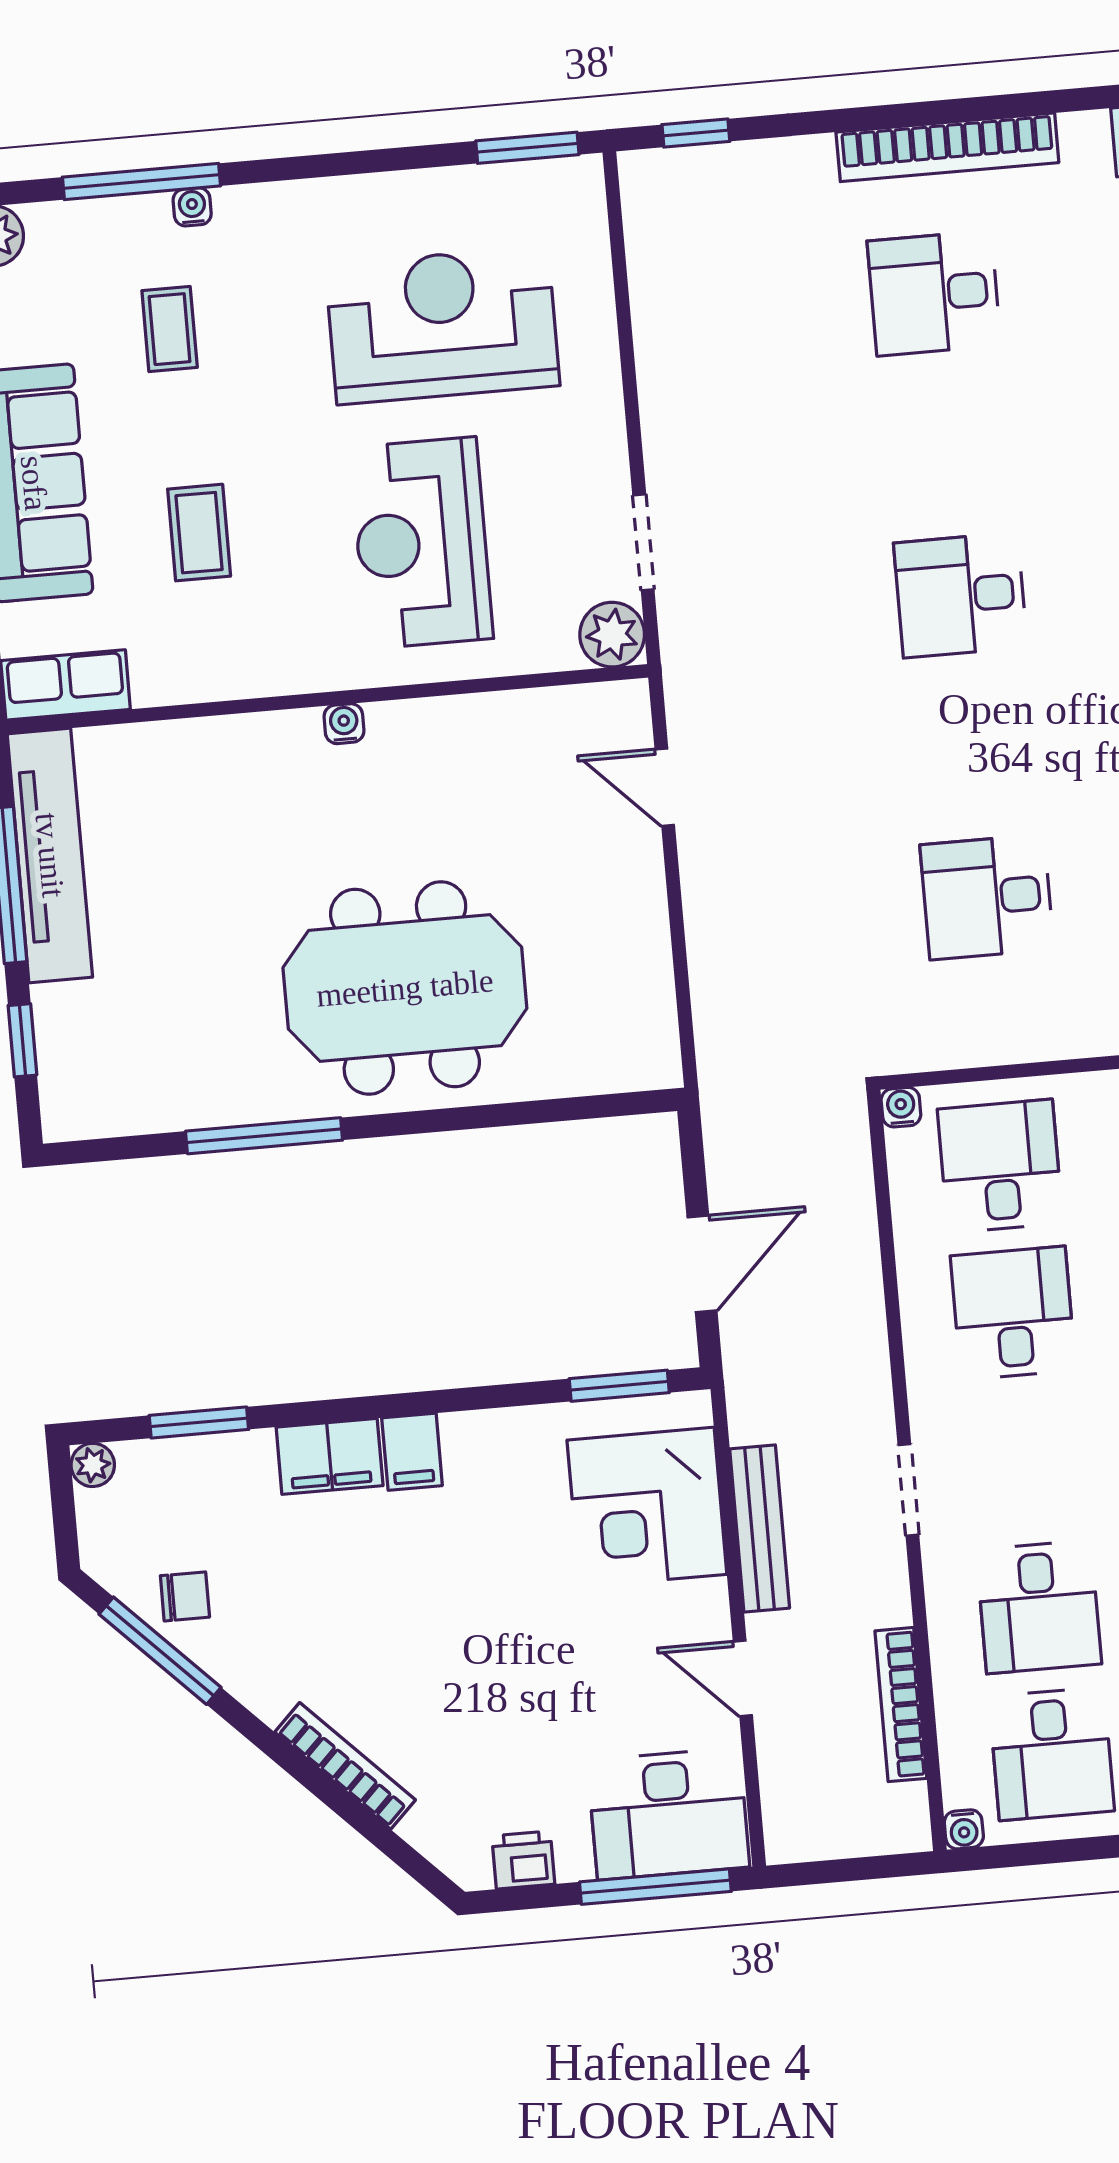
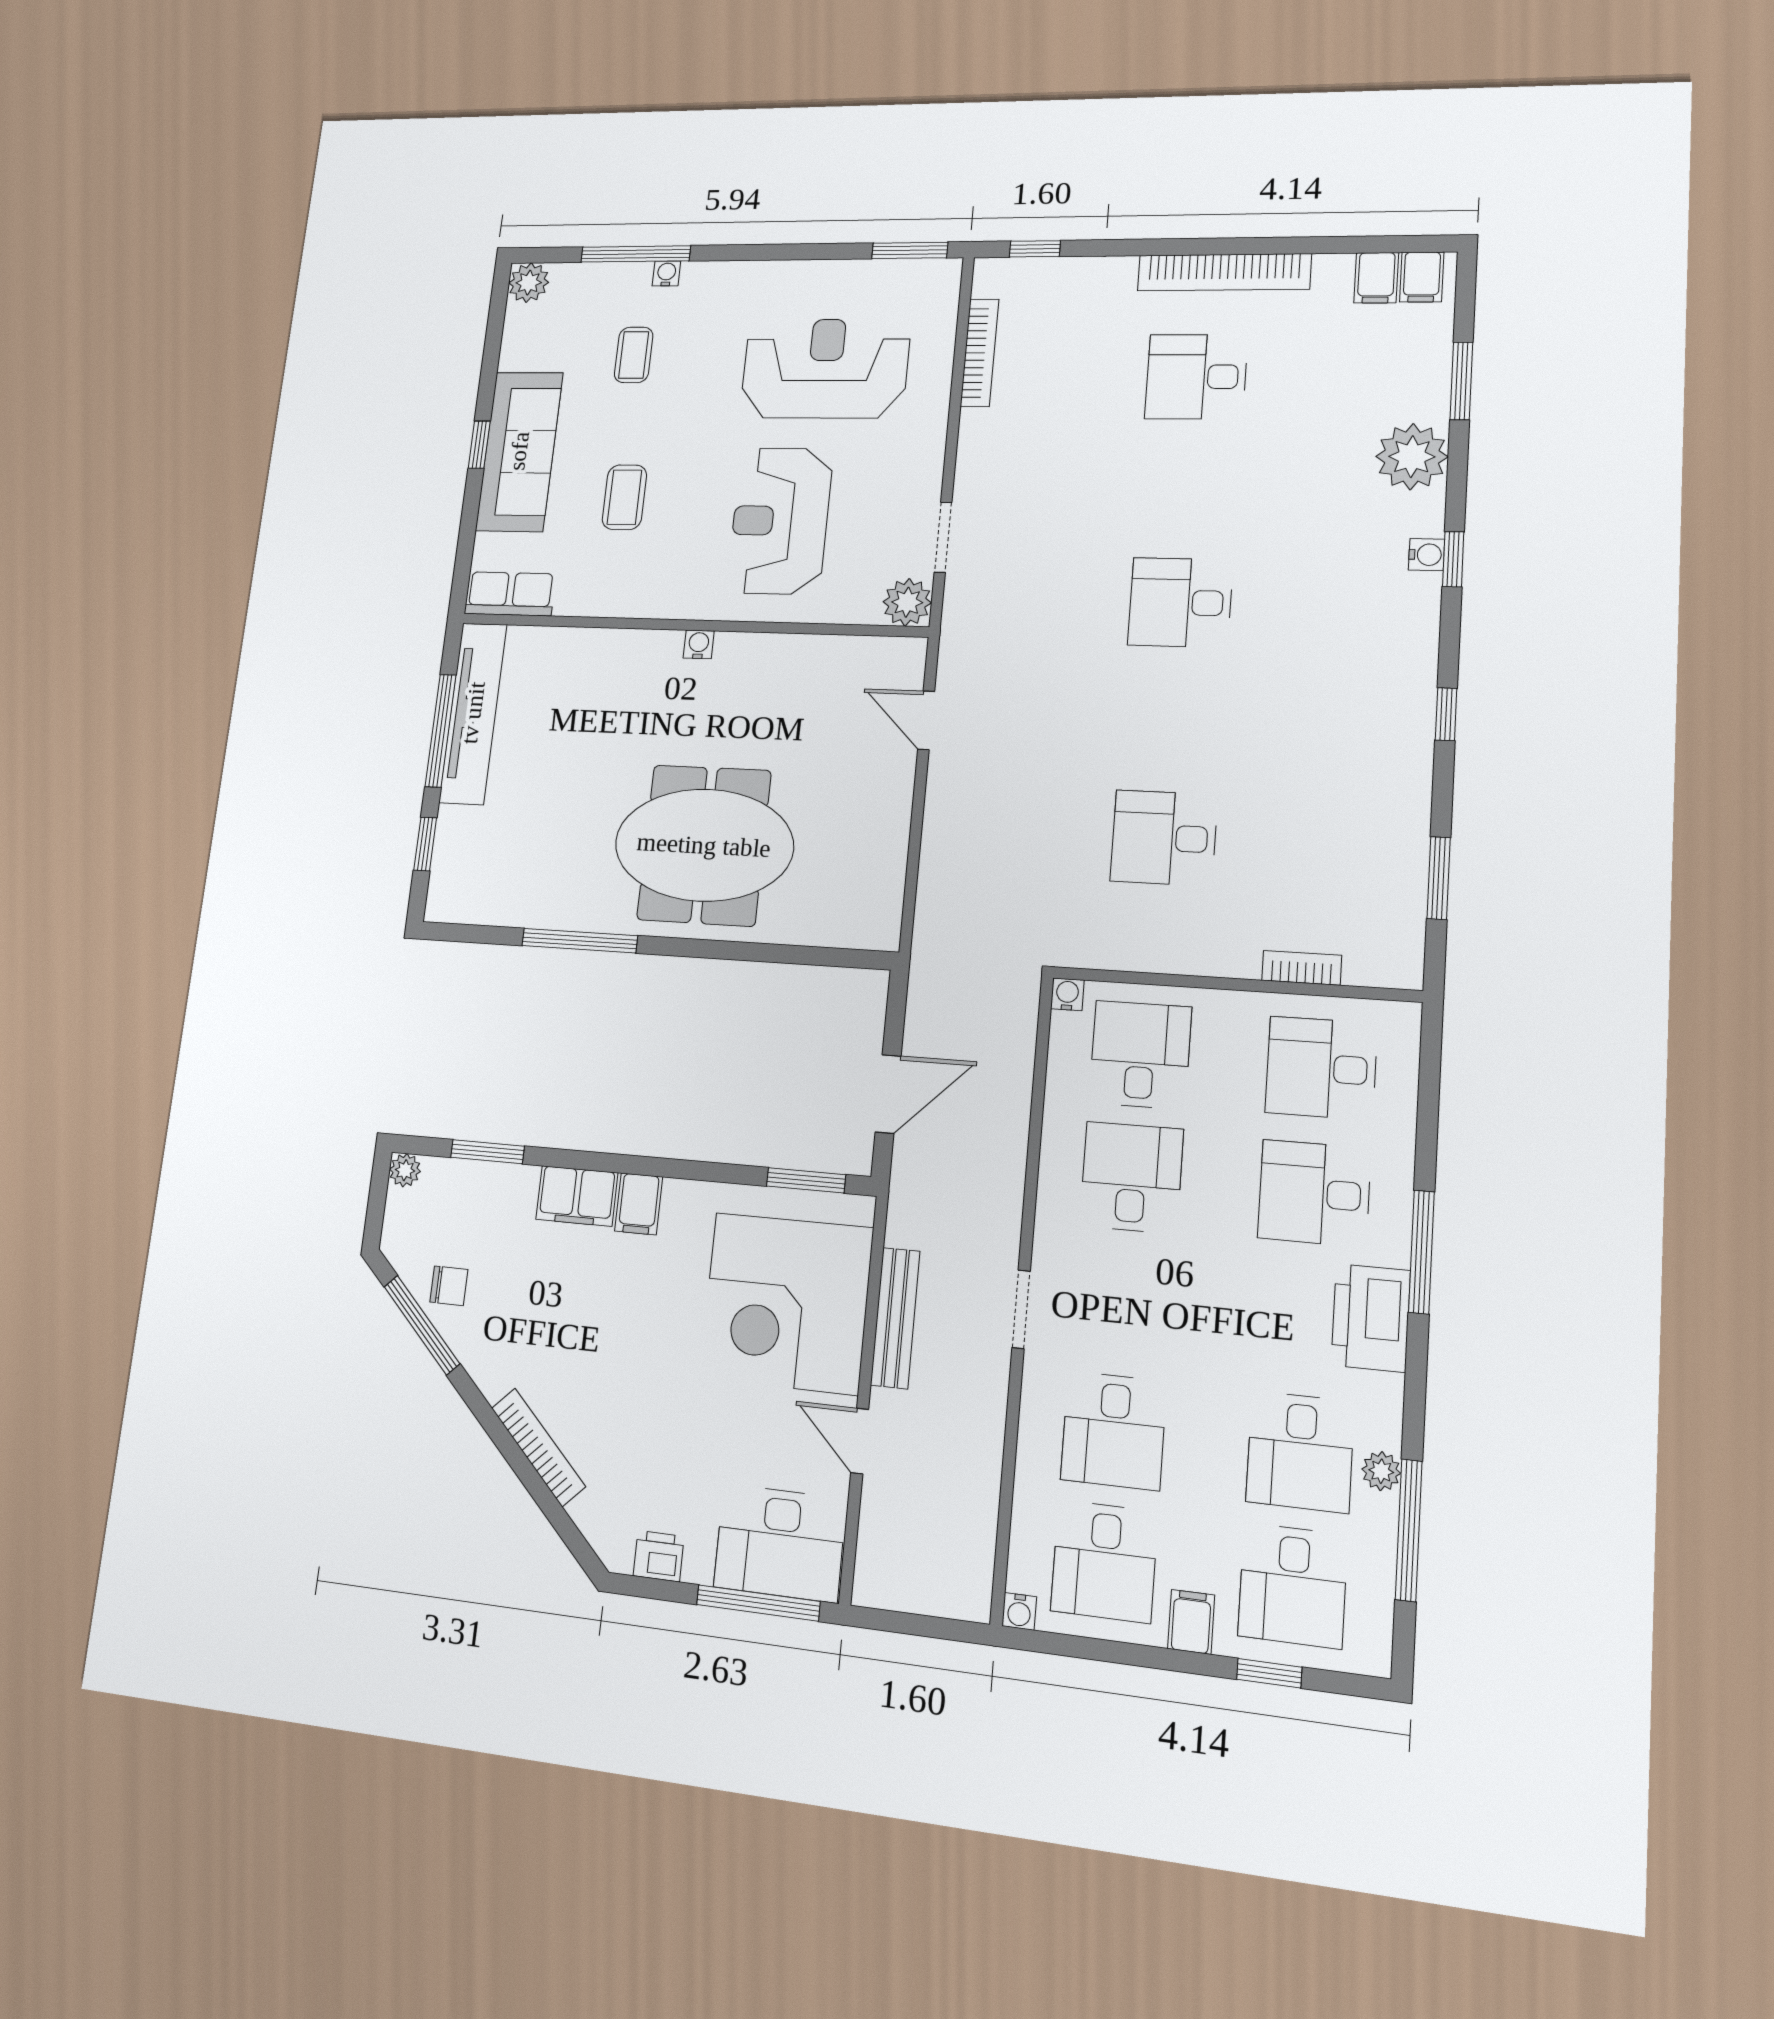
corner desk: (647, 1507) -> (786, 1303), width x1.36, depth x1.36
bookcase: (901, 1705) -> (980, 353), moved, turned 180

